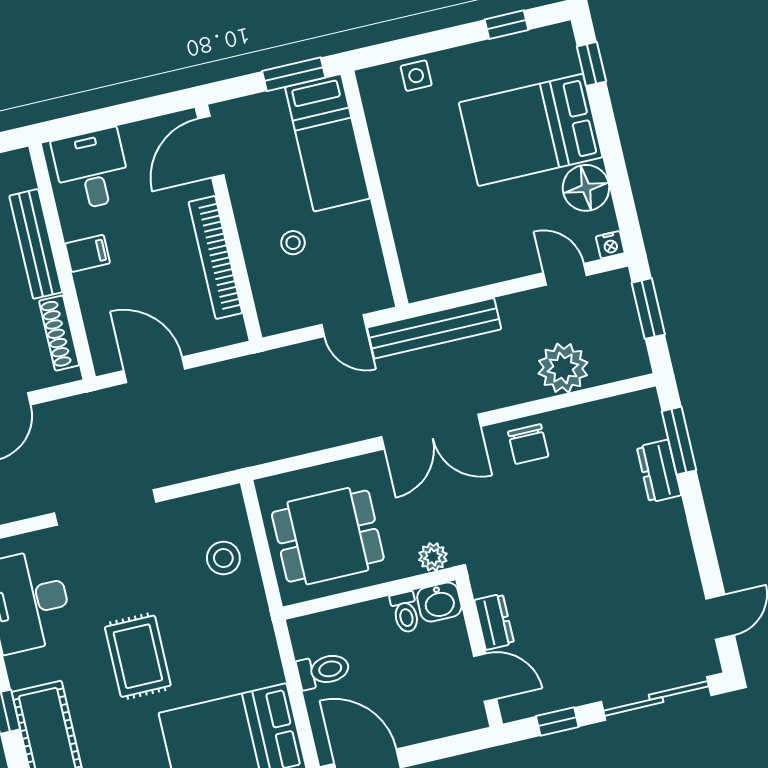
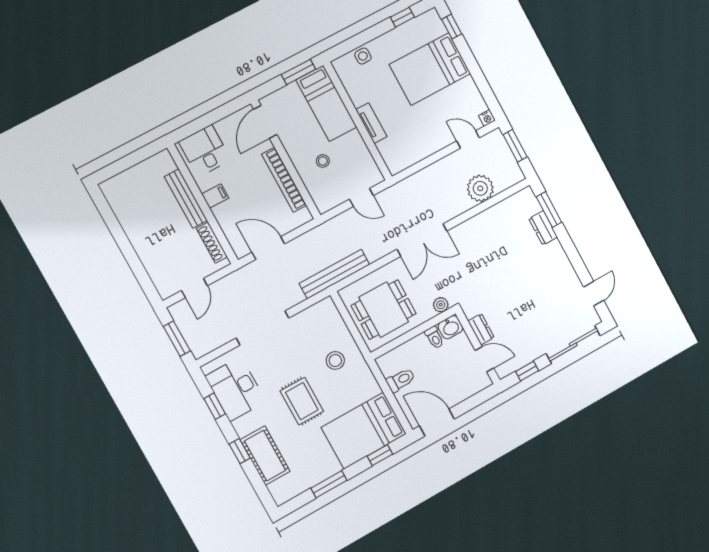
floor lamp: (586, 188) -> (466, 92), removed
tv unit: (398, 199) -> (371, 123), added
bench: (434, 328) -> (334, 274), moved
chair: (528, 444) -> (473, 233), removed
stool: (223, 558) -> (335, 360), moved

